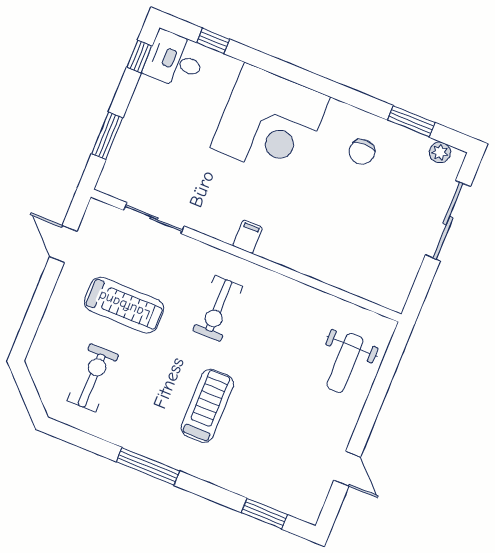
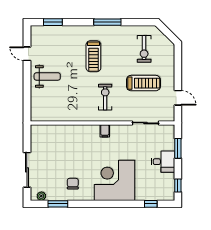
desk: (175, 60) -> (163, 162), moved
treadmill: (124, 305) -> (143, 83), turned 180
weight bench: (345, 363) -> (47, 76), moved, turned 90

